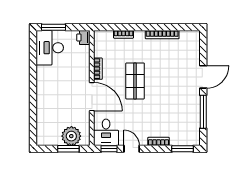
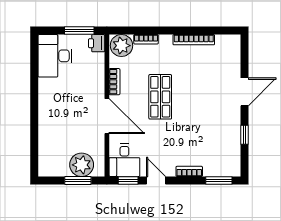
window: (53, 27) -> (79, 31), moved
plant: (104, 39) -> (121, 46), added
window: (203, 112) -> (244, 135), width x0.46

